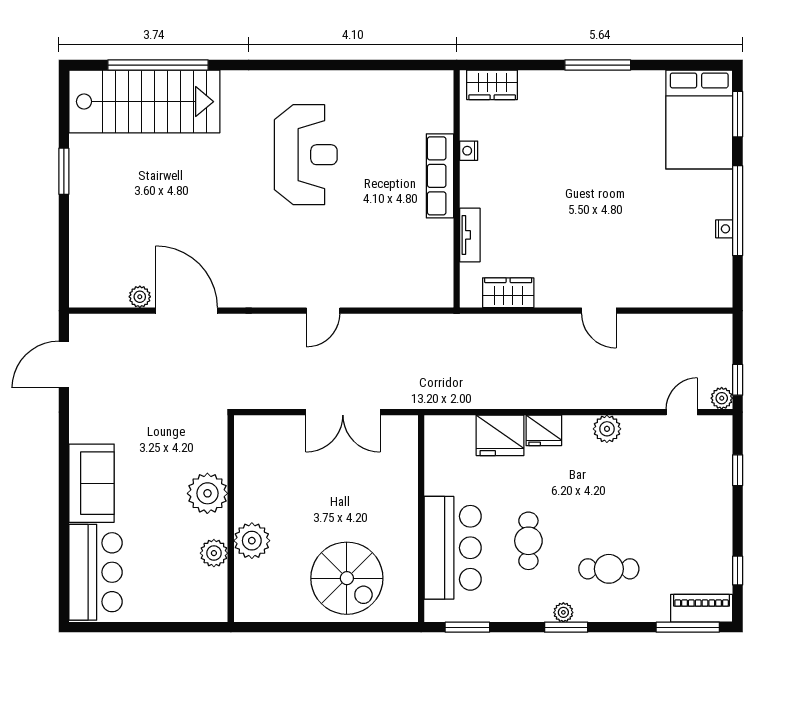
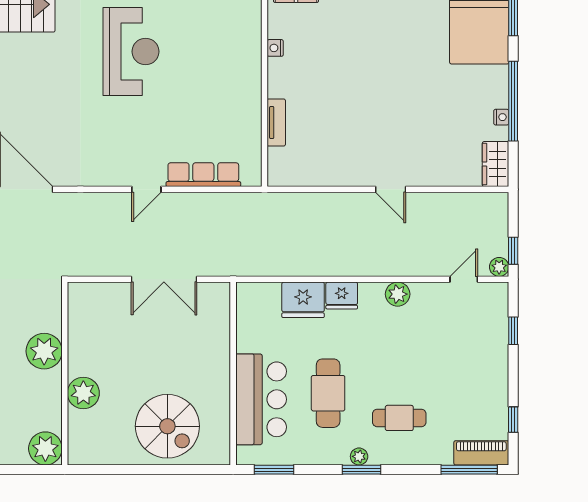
row of seats: (440, 176) -> (203, 175), moved, turned 90
wardrobe: (508, 293) -> (496, 164), moved, turned -90
cafe table: (528, 541) -> (328, 393), width x1.37, depth x1.35
plant: (214, 553) -> (45, 448), moved, width x1.36, depth x1.36

